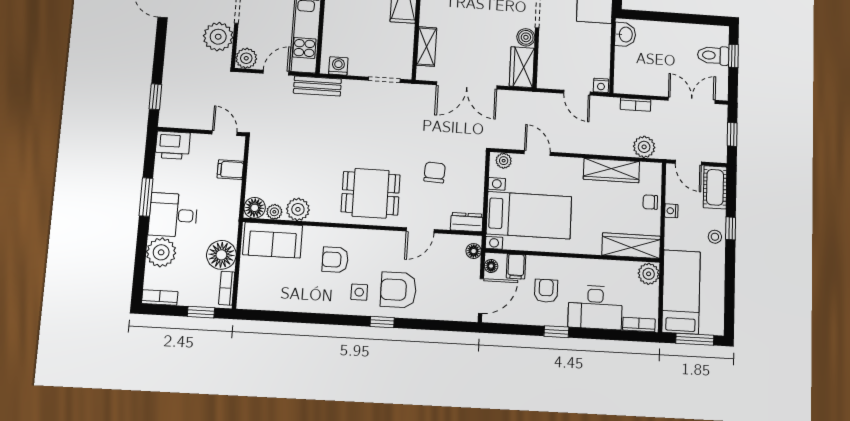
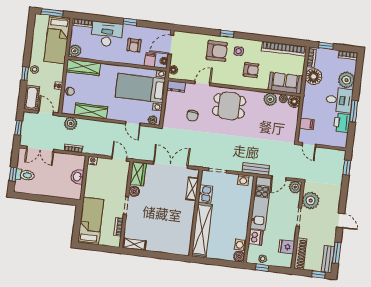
washbasin: (625, 34) -> (77, 177), moved
kitchen sink: (403, 39) -> (205, 194), added
door: (577, 93) -> (119, 159), moved
printer: (173, 145) -> (342, 123), moved, turned -90
bookcase: (278, 302) -> (284, 49), added

